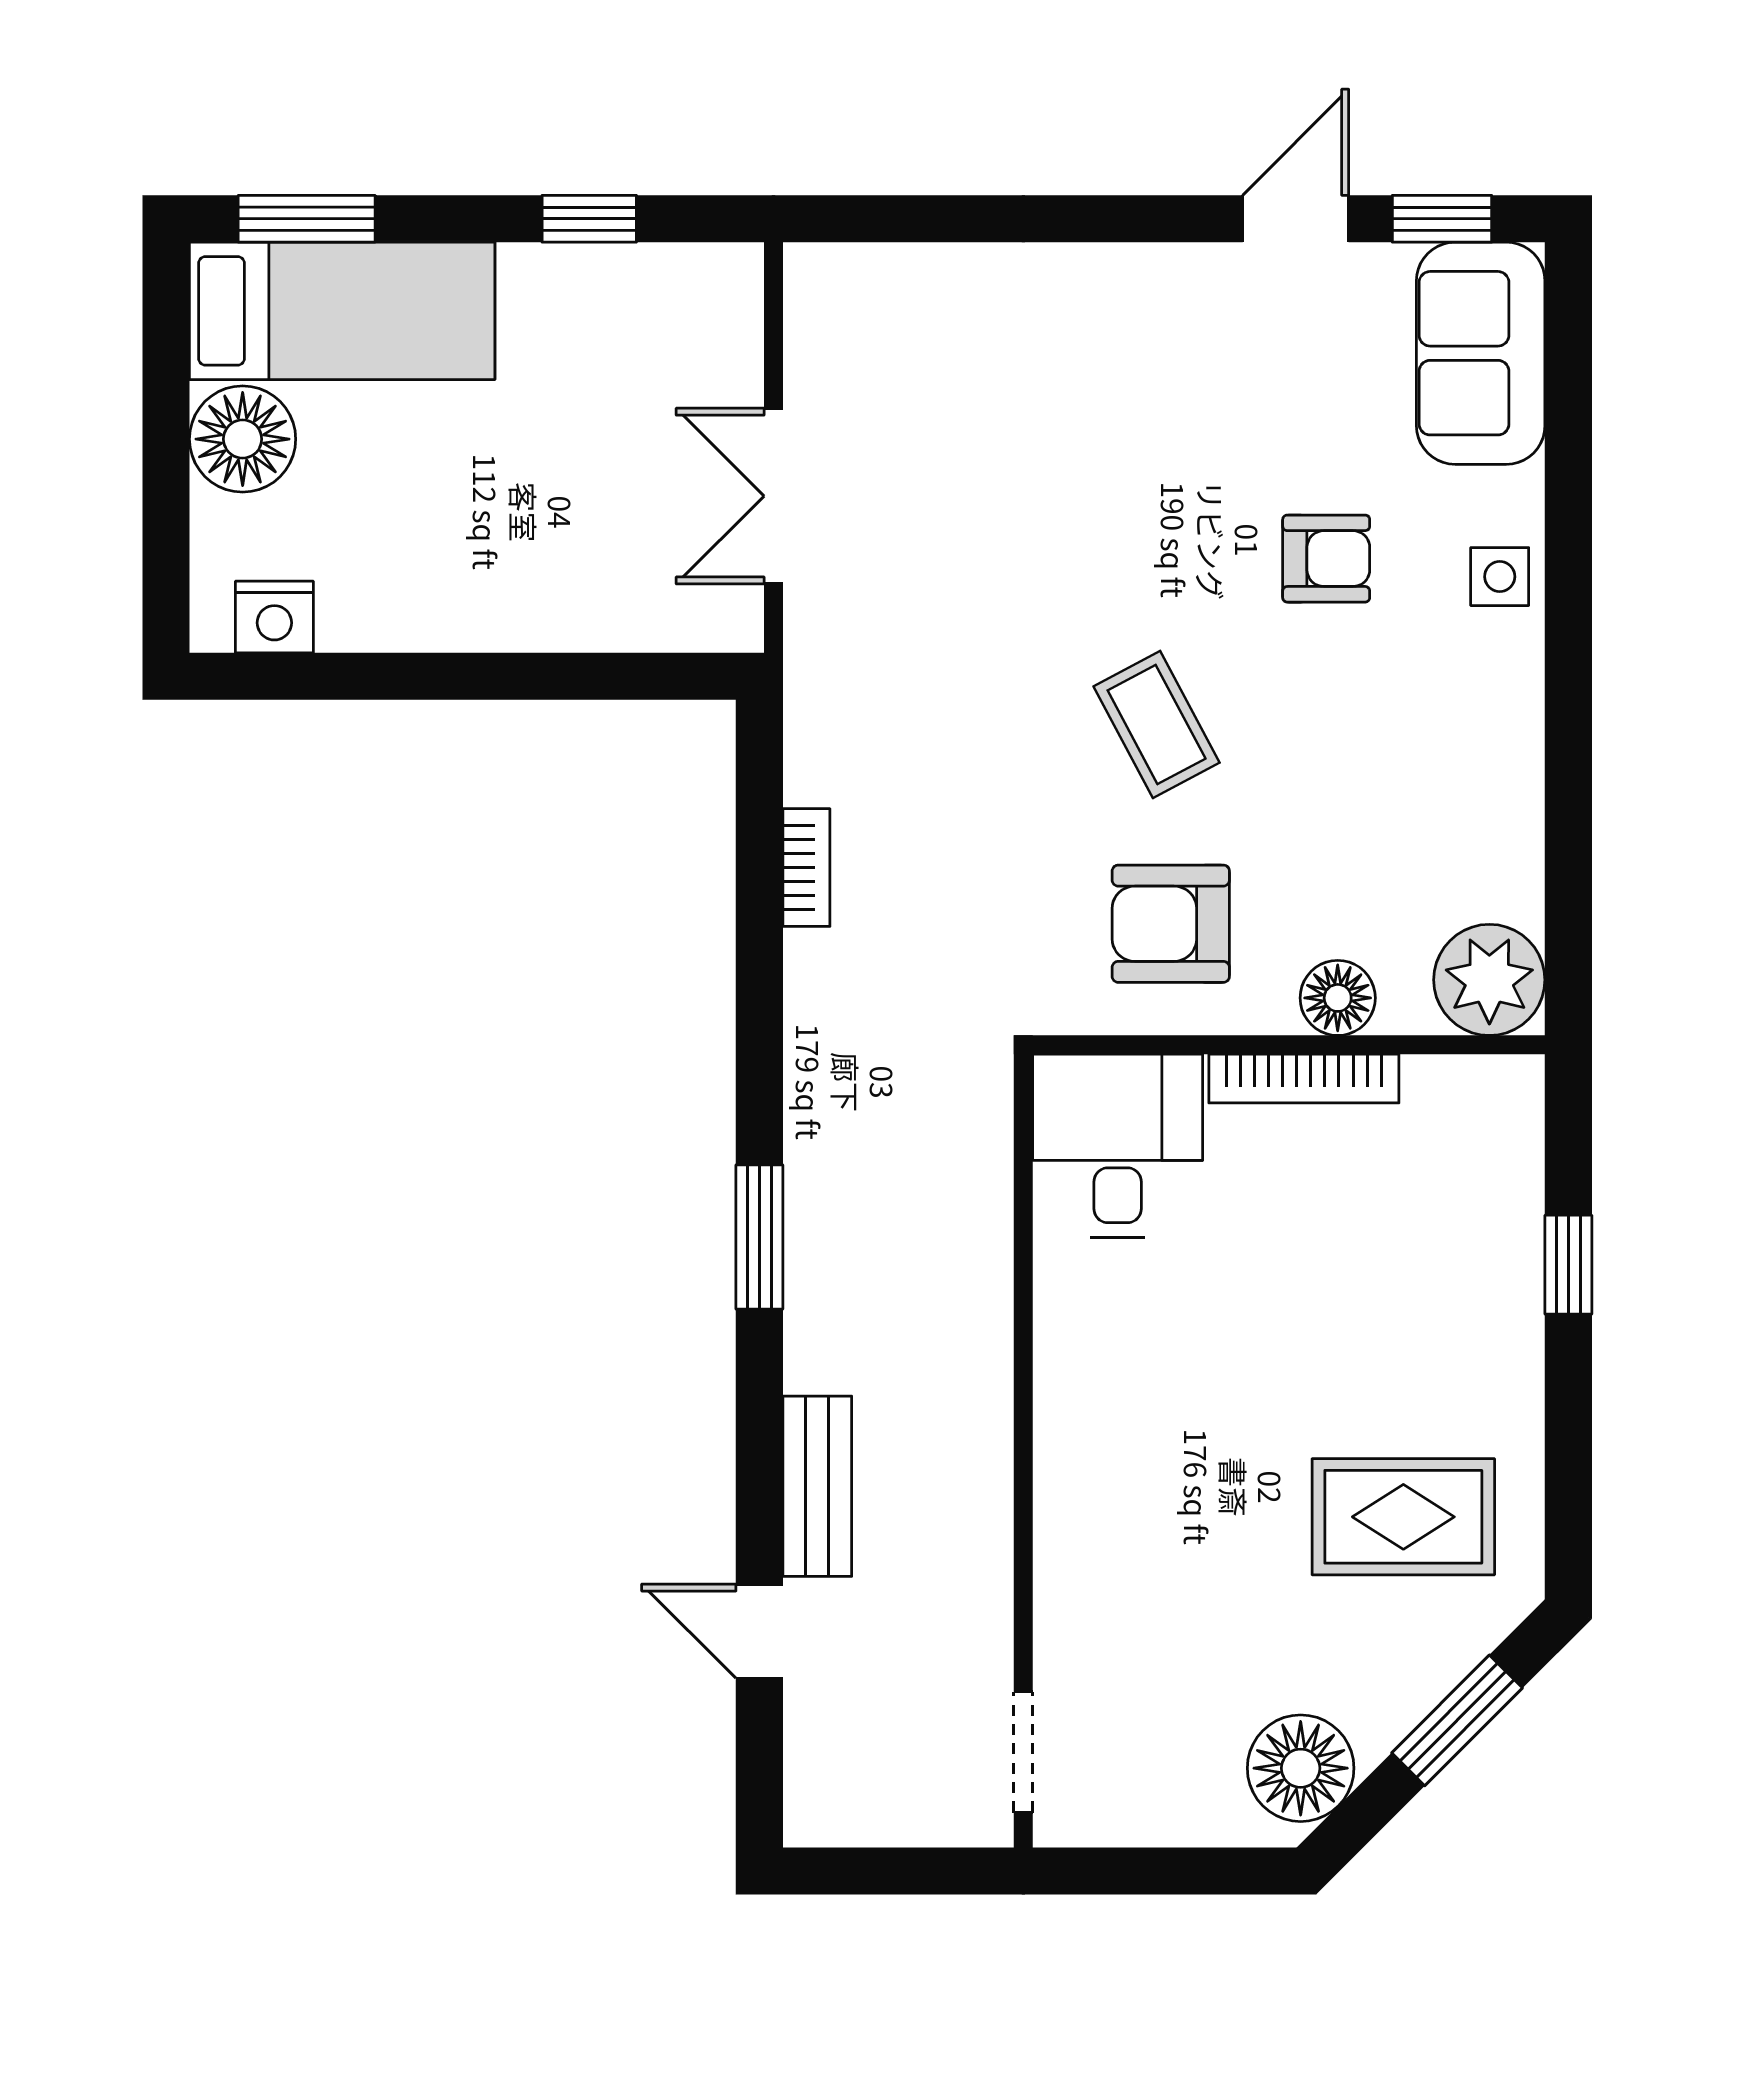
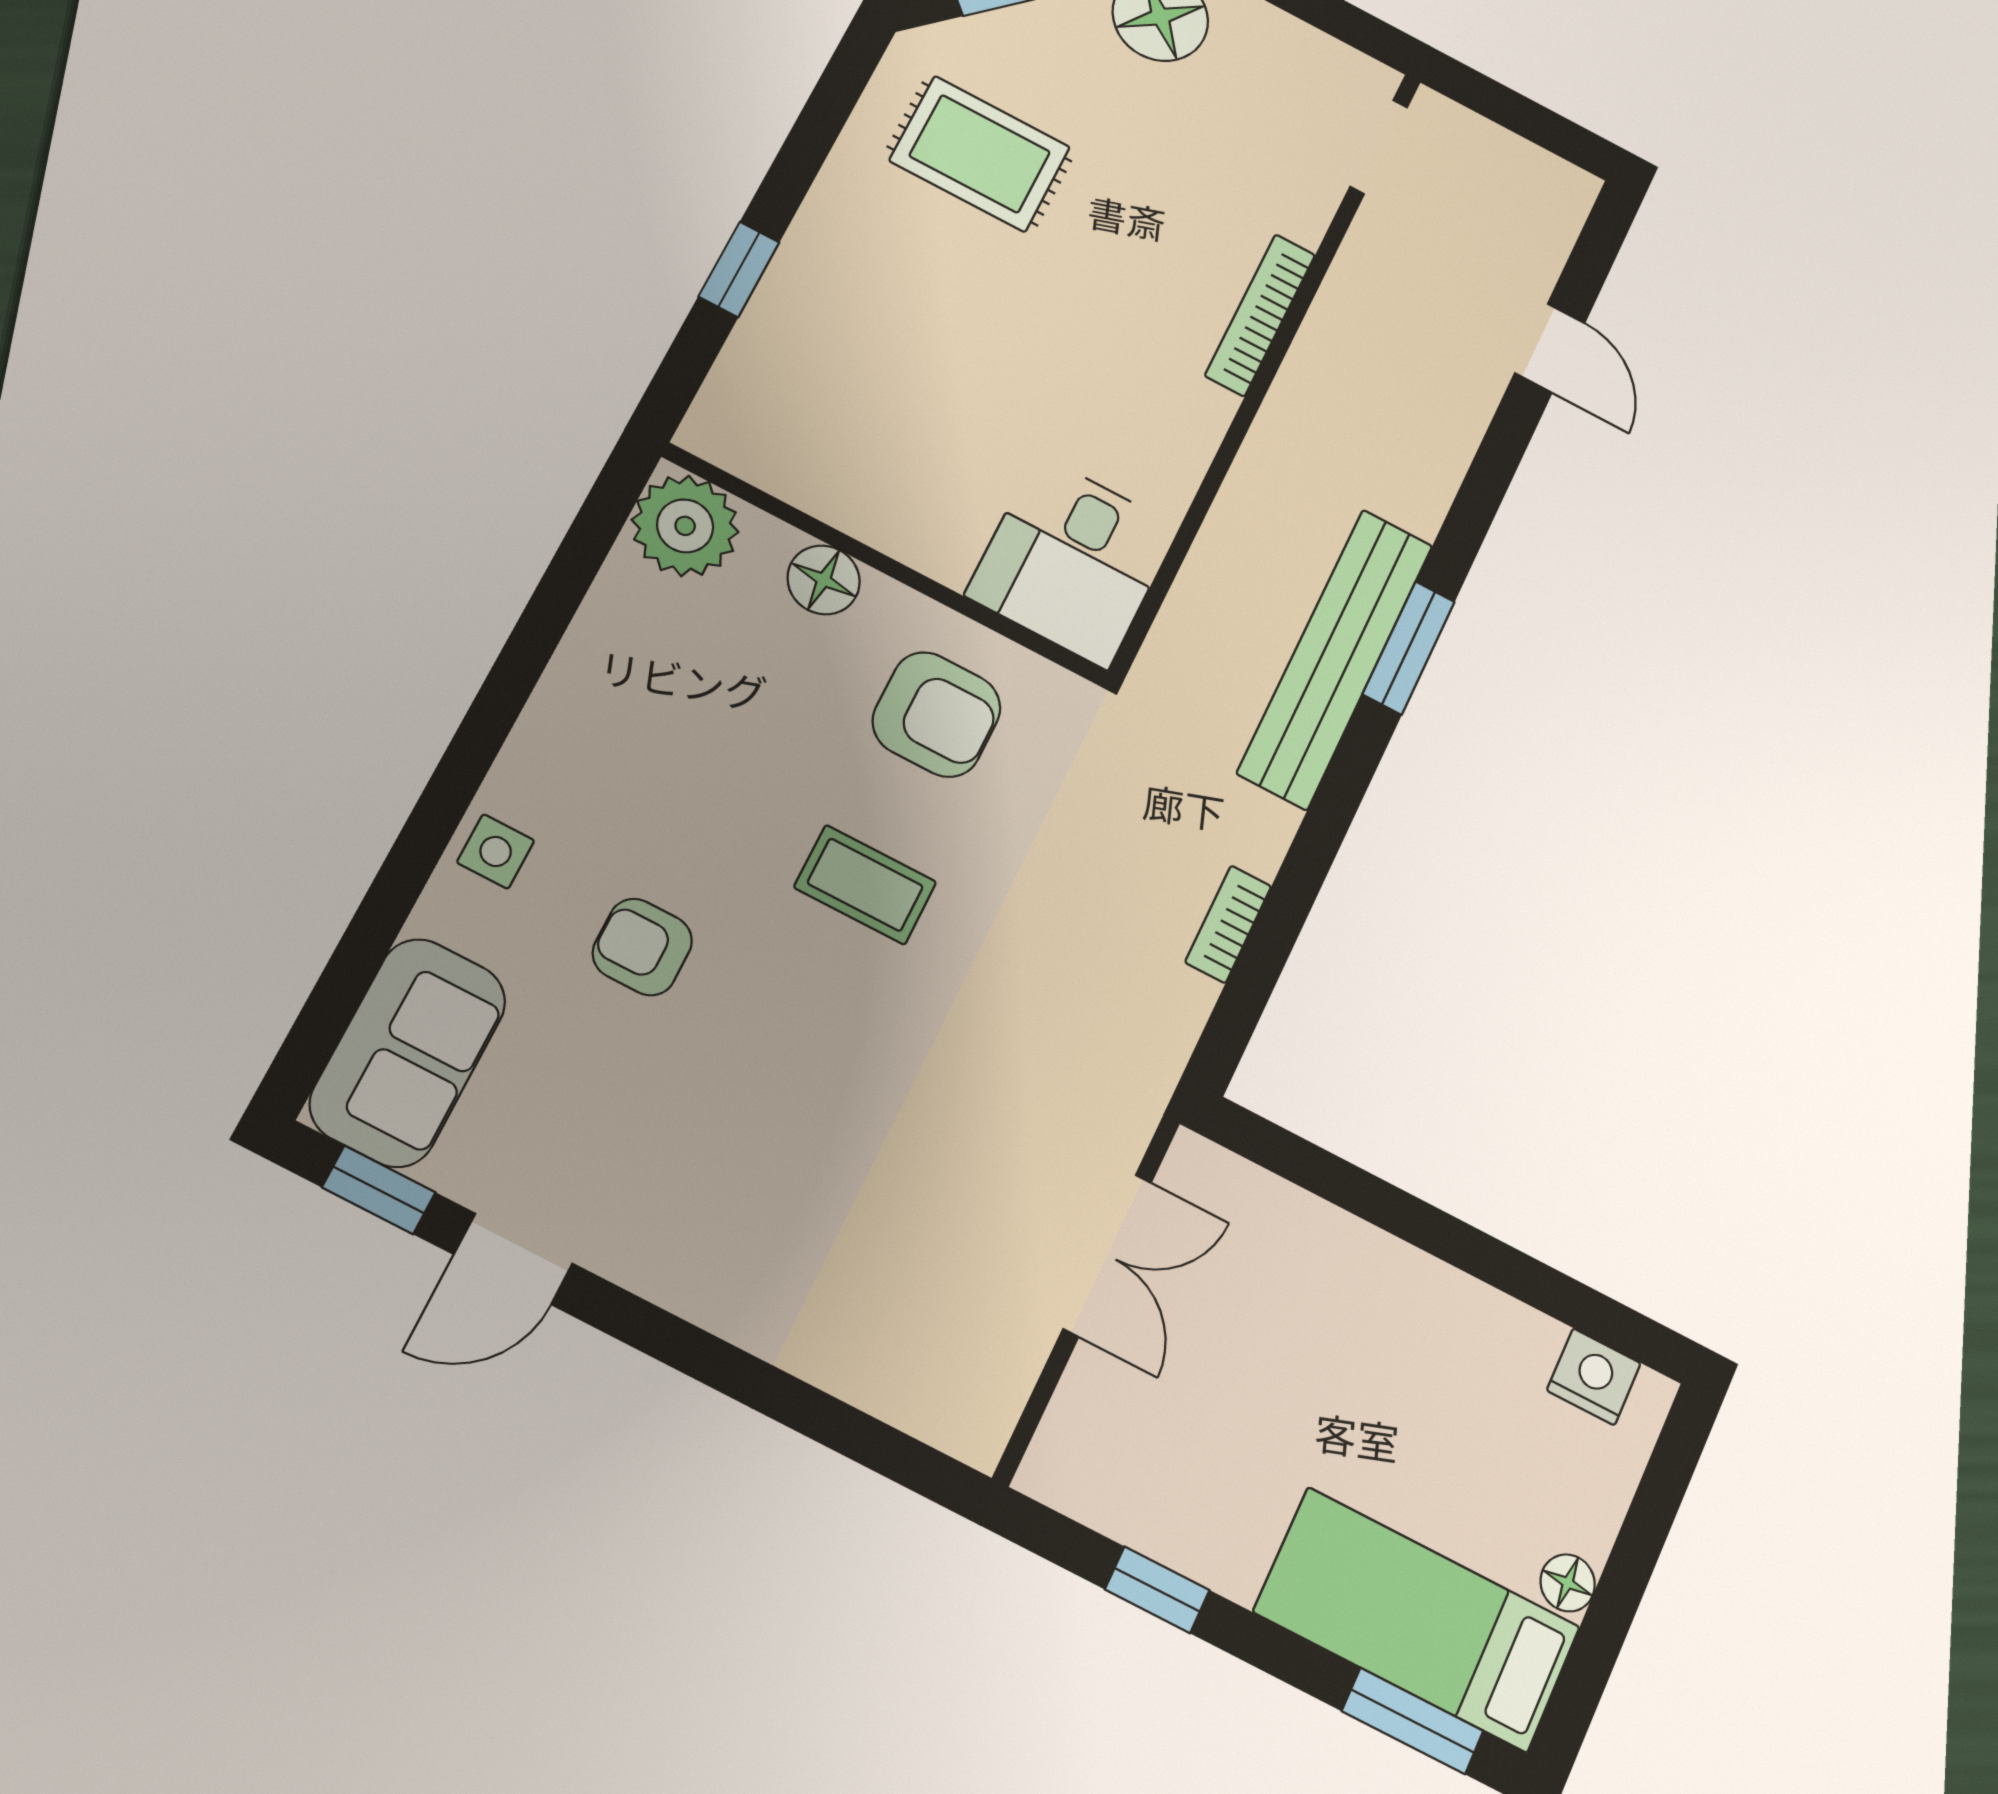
floor lamp: (243, 439) -> (1568, 1583), width x0.53, depth x0.53
coffee table: (1157, 724) -> (865, 885), turned -62
bookcase: (1304, 1079) -> (1260, 315), moved, turned -90
bench: (817, 1486) -> (1335, 659), moved, width x1.86, depth x1.21

